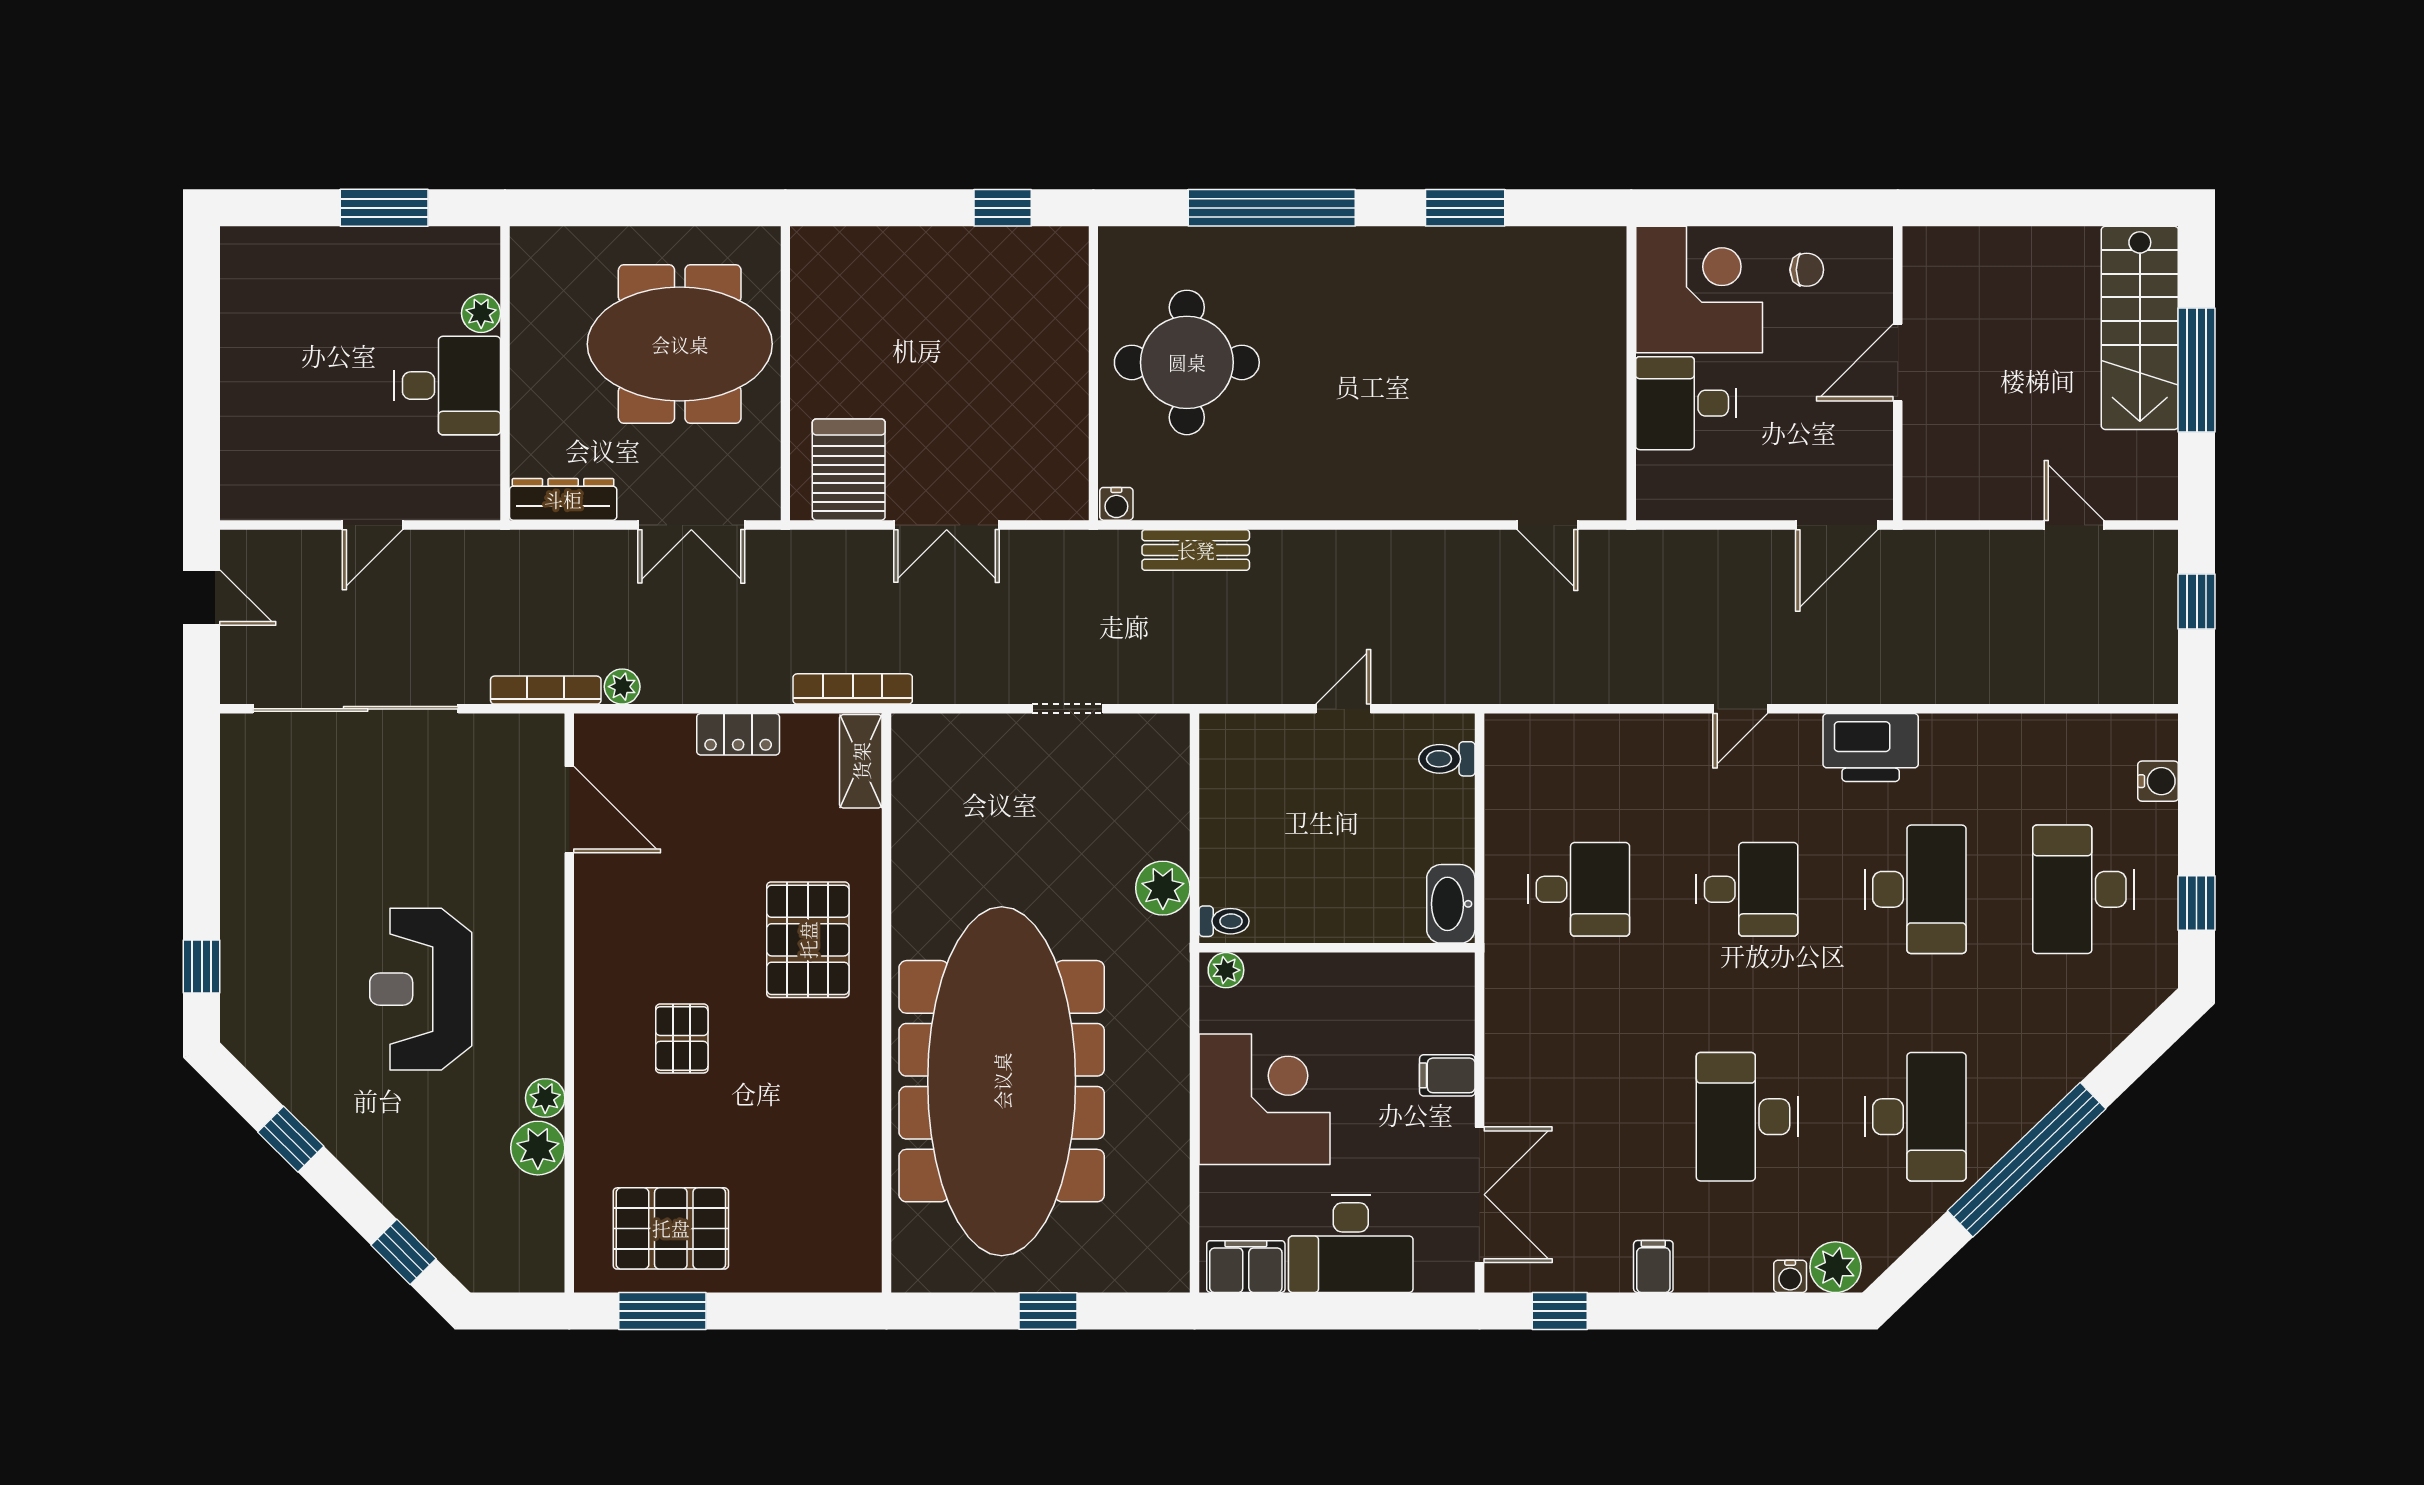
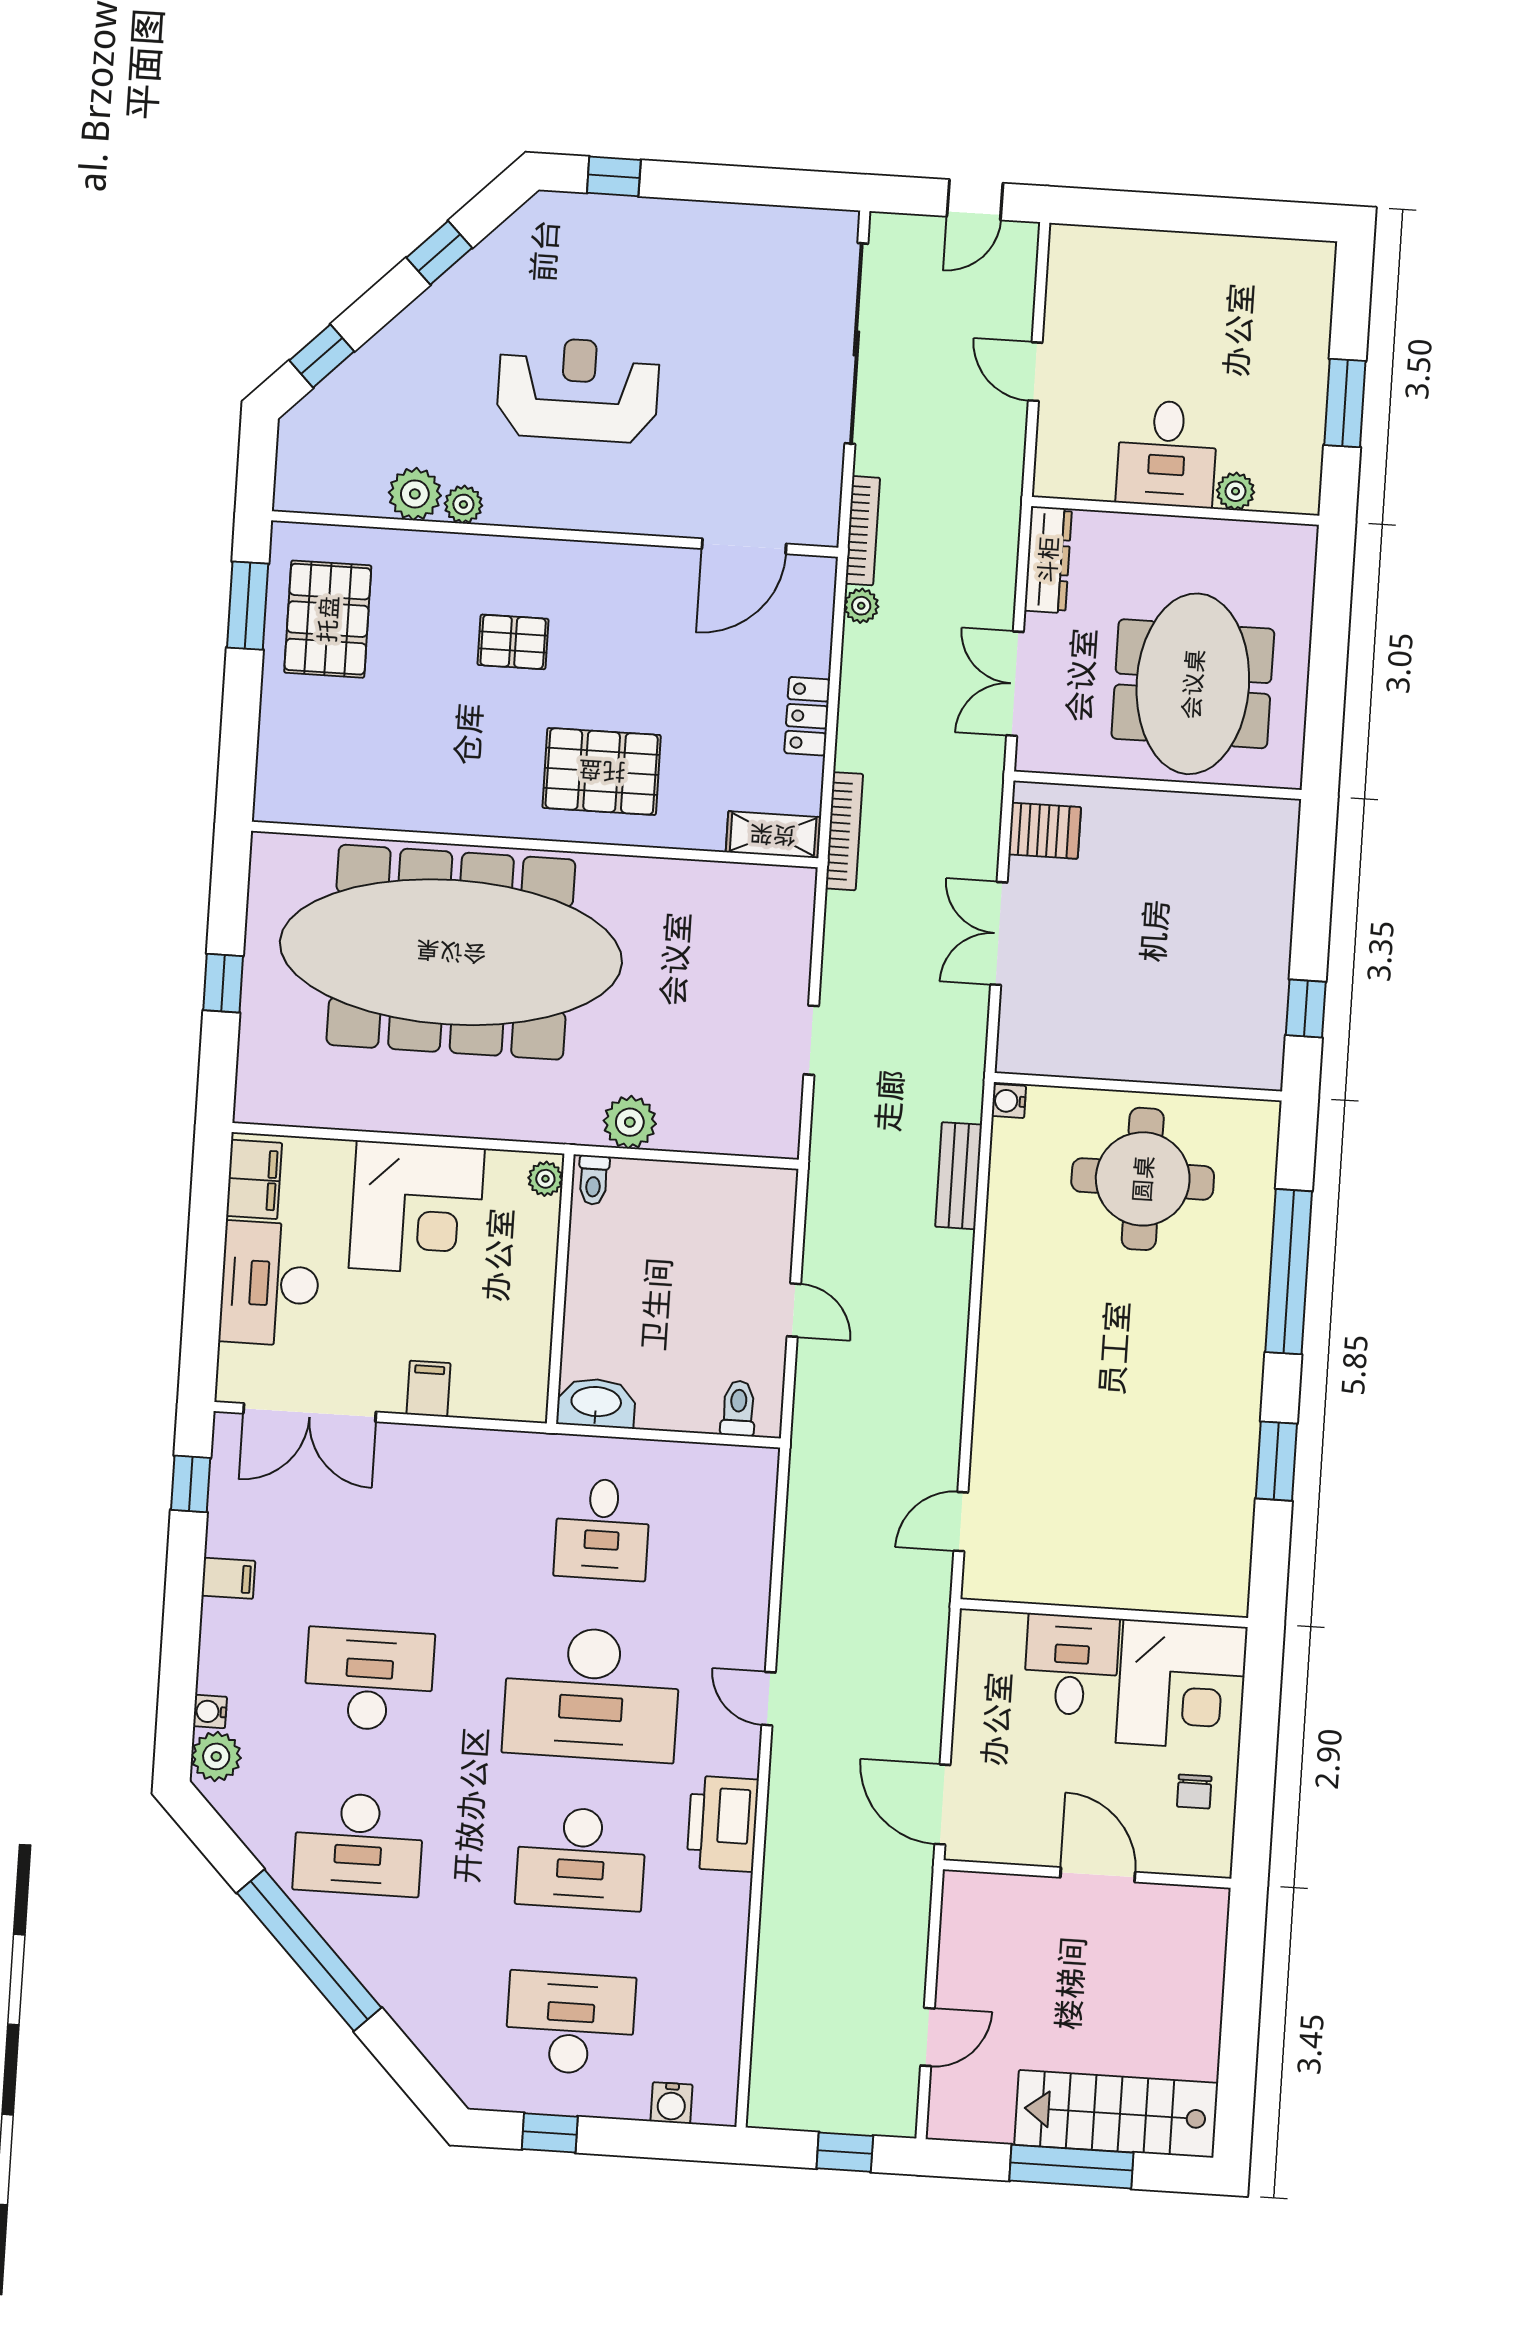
server rack: (849, 470) -> (1045, 831), width x0.73, depth x0.70
desk: (1747, 889) -> (592, 1694), width x1.87, depth x1.30

